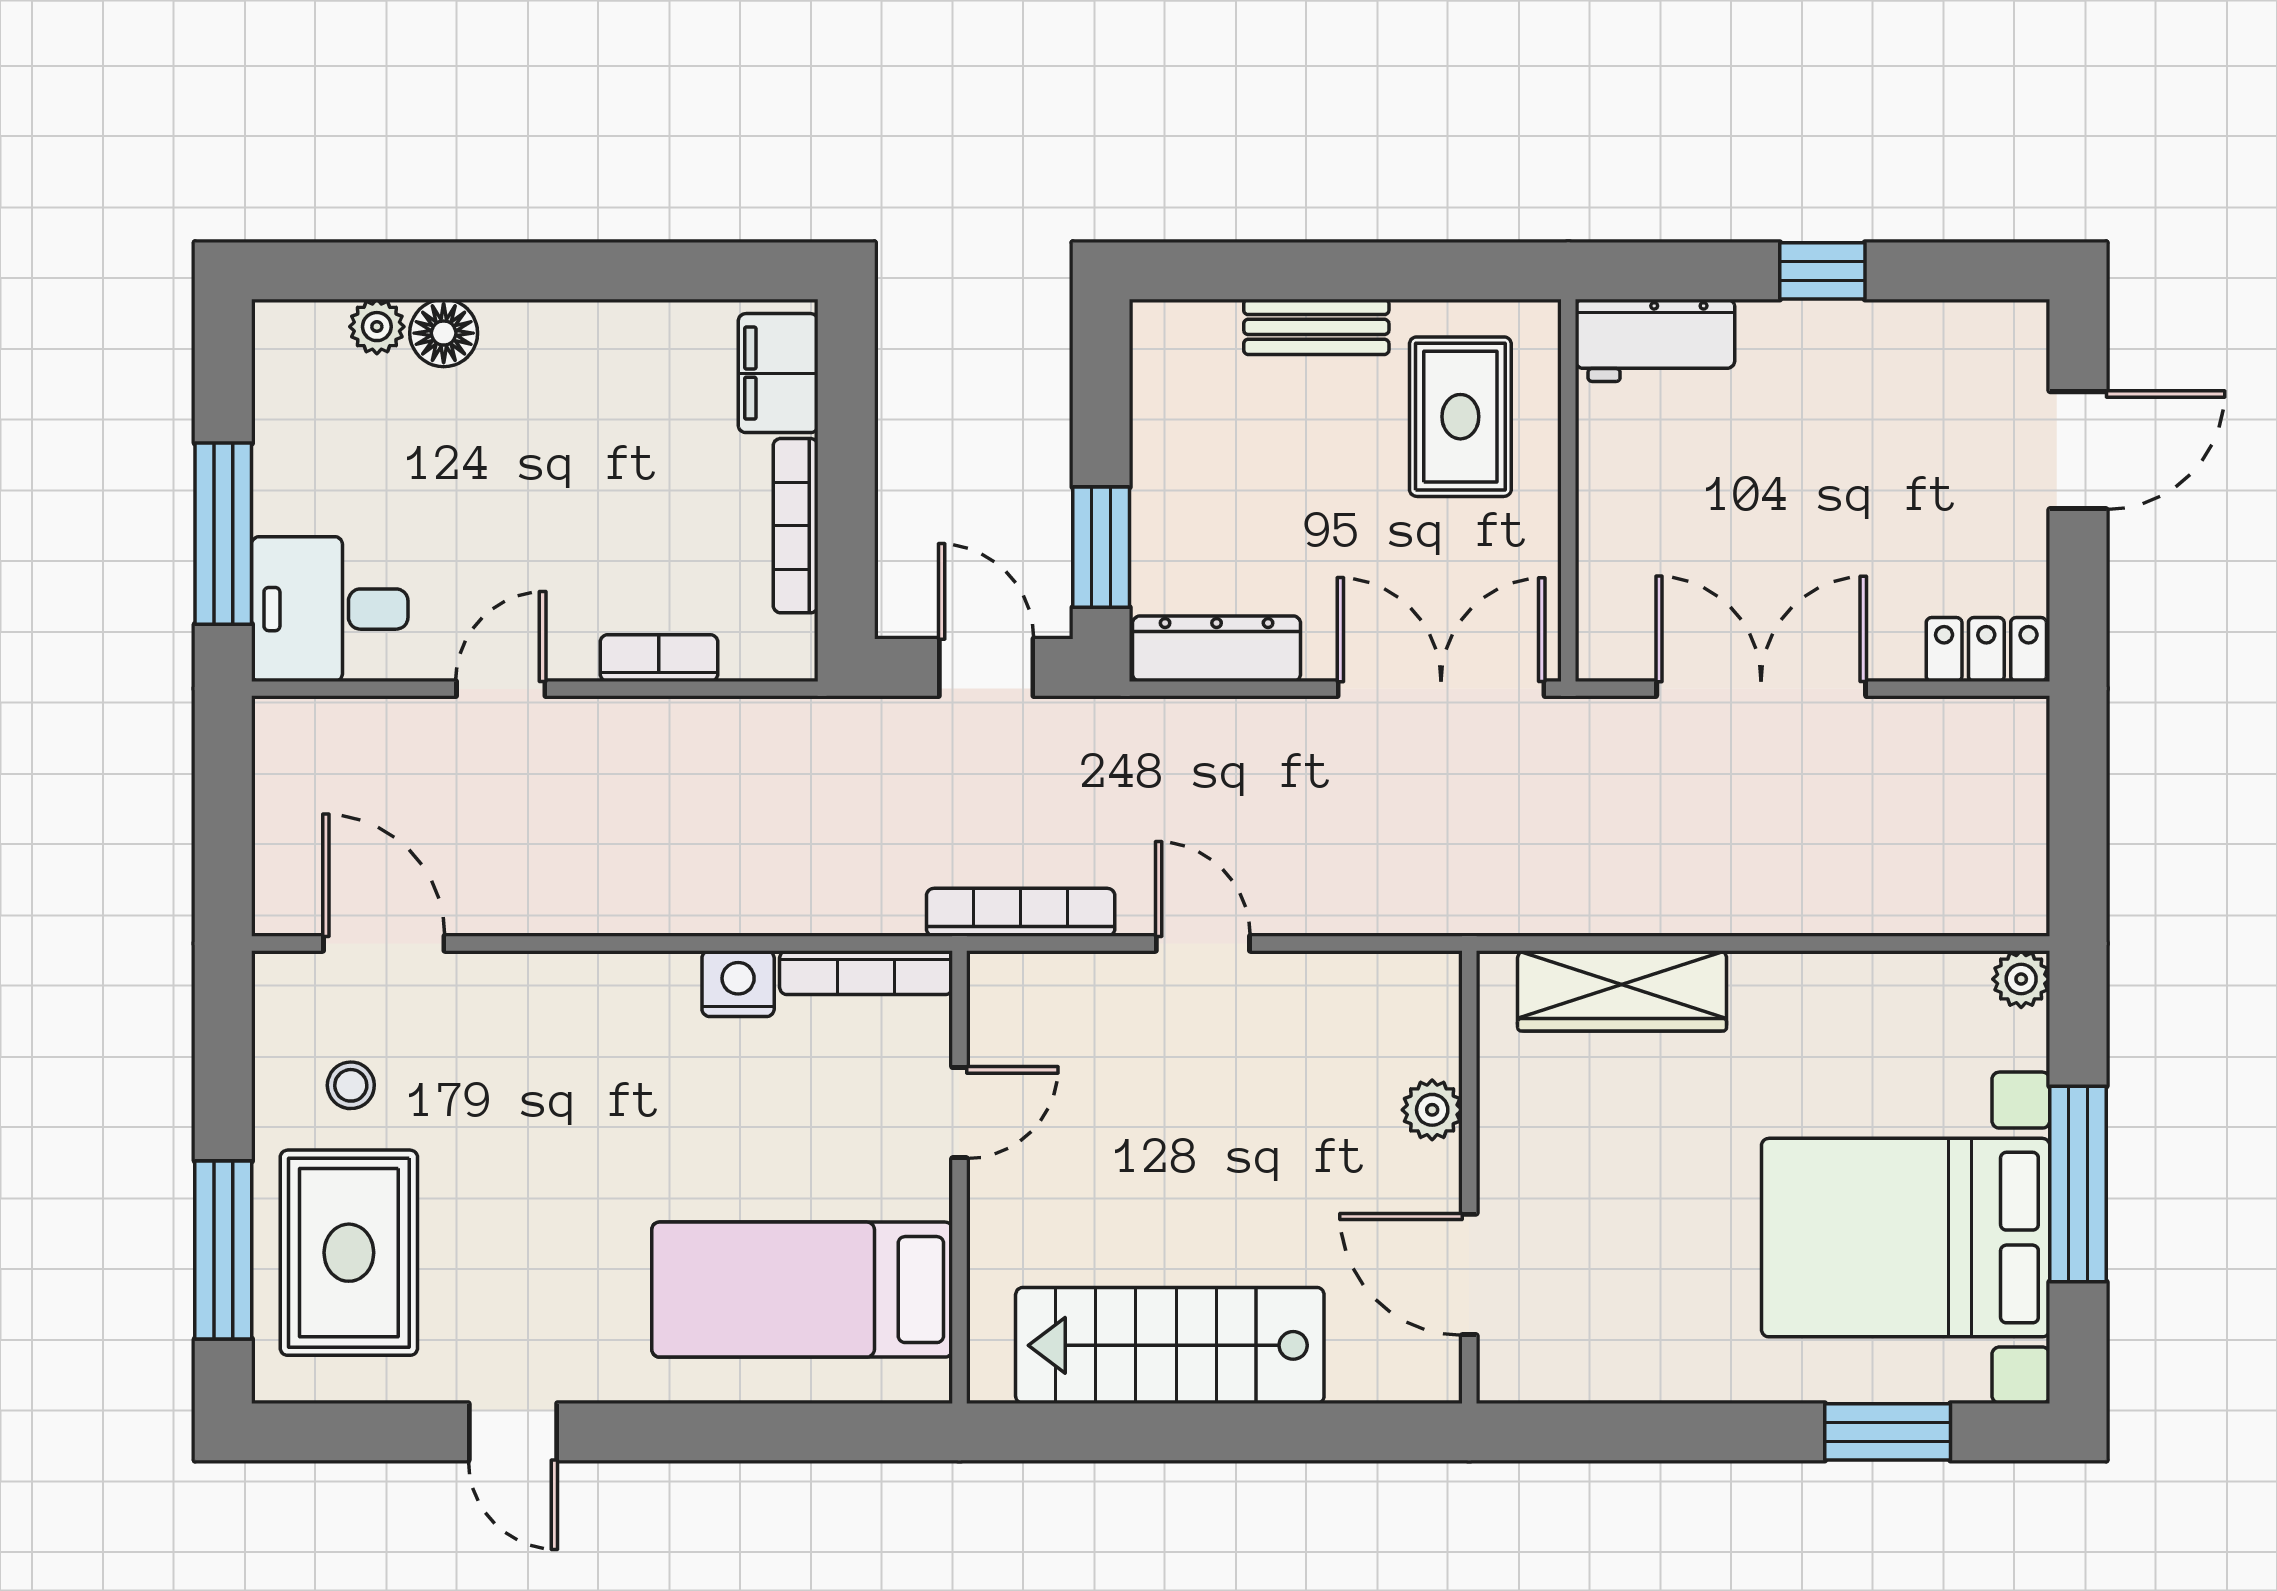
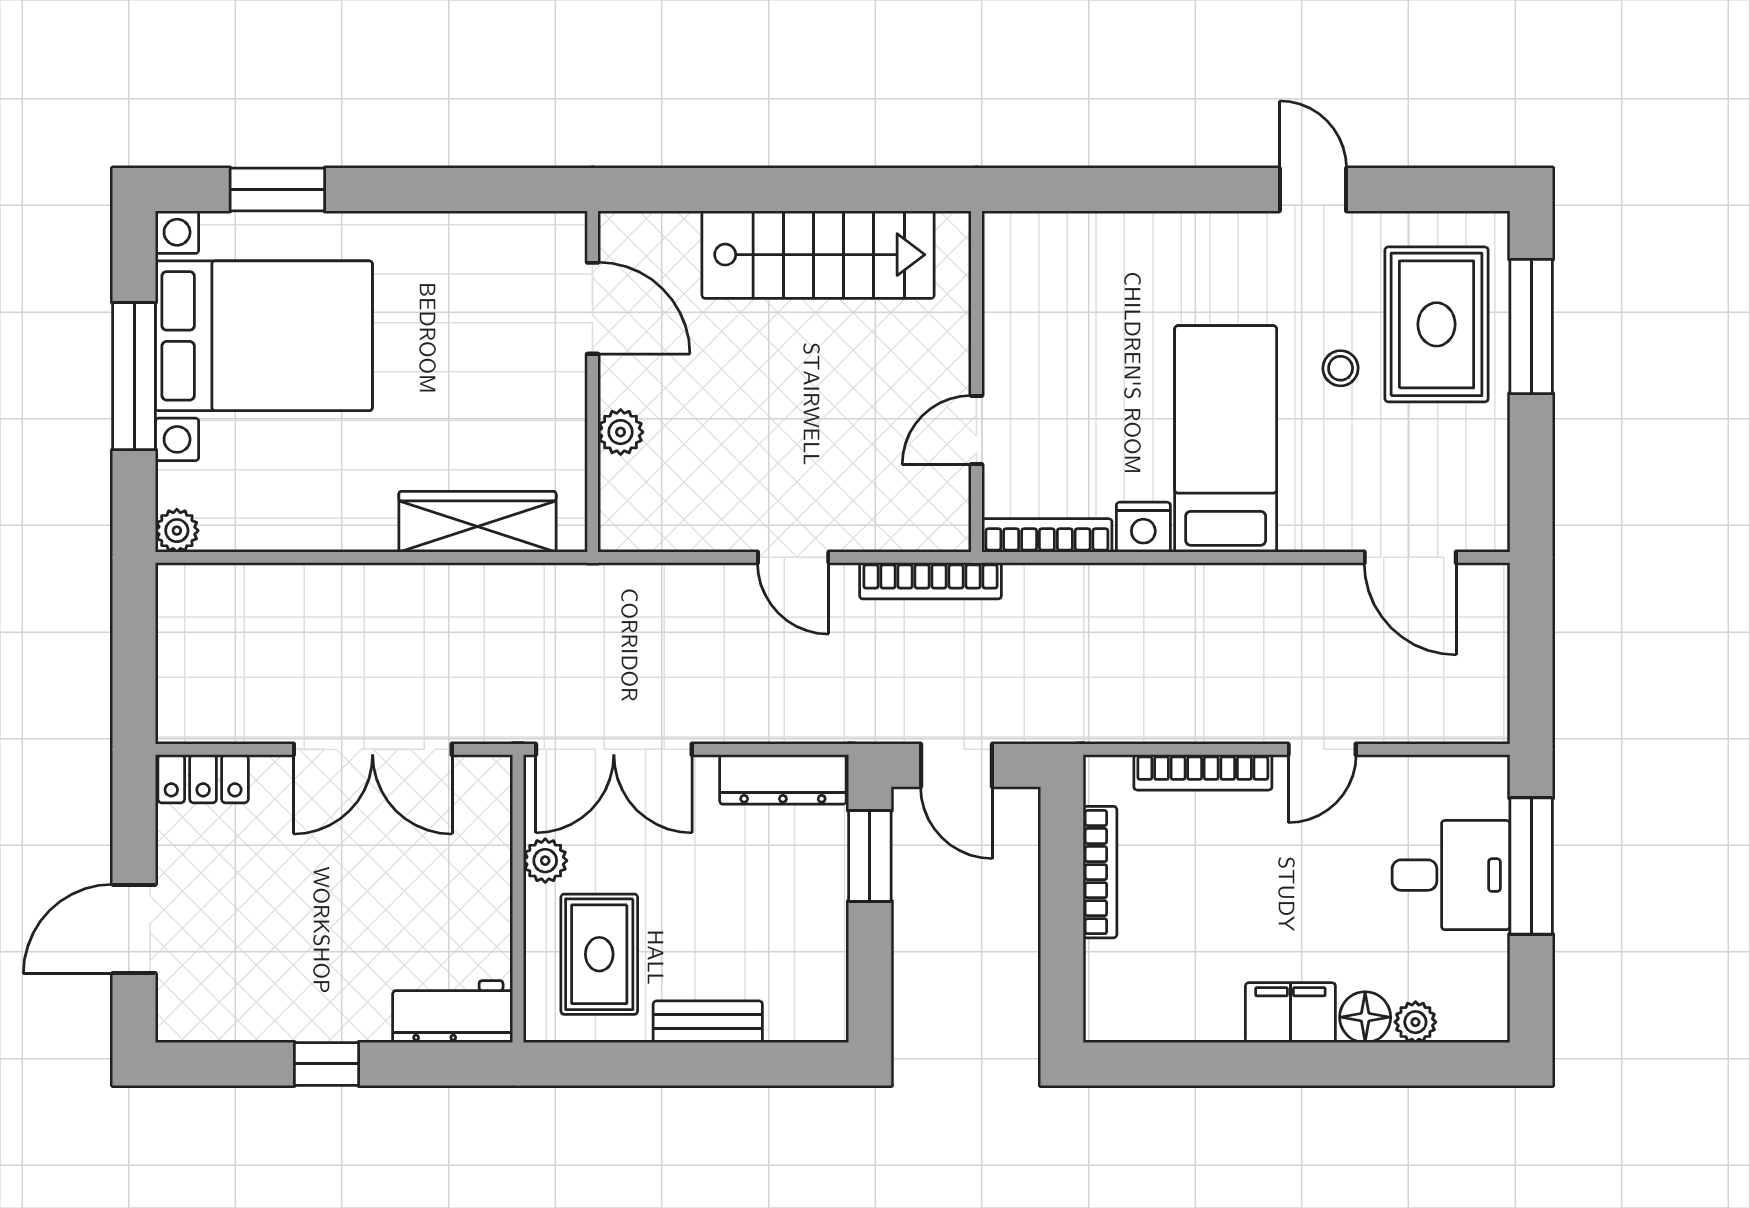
filing cabinet: (778, 373) -> (1290, 1013), moved, turned -90
plant: (1532, 541) -> (545, 861), added
desk: (330, 609) -> (1451, 875), moved
bookcase: (659, 658) -> (1203, 772), width x1.56
stool: (351, 1085) -> (1341, 368), moved
bed: (802, 1290) -> (1226, 439), moved, turned -90

